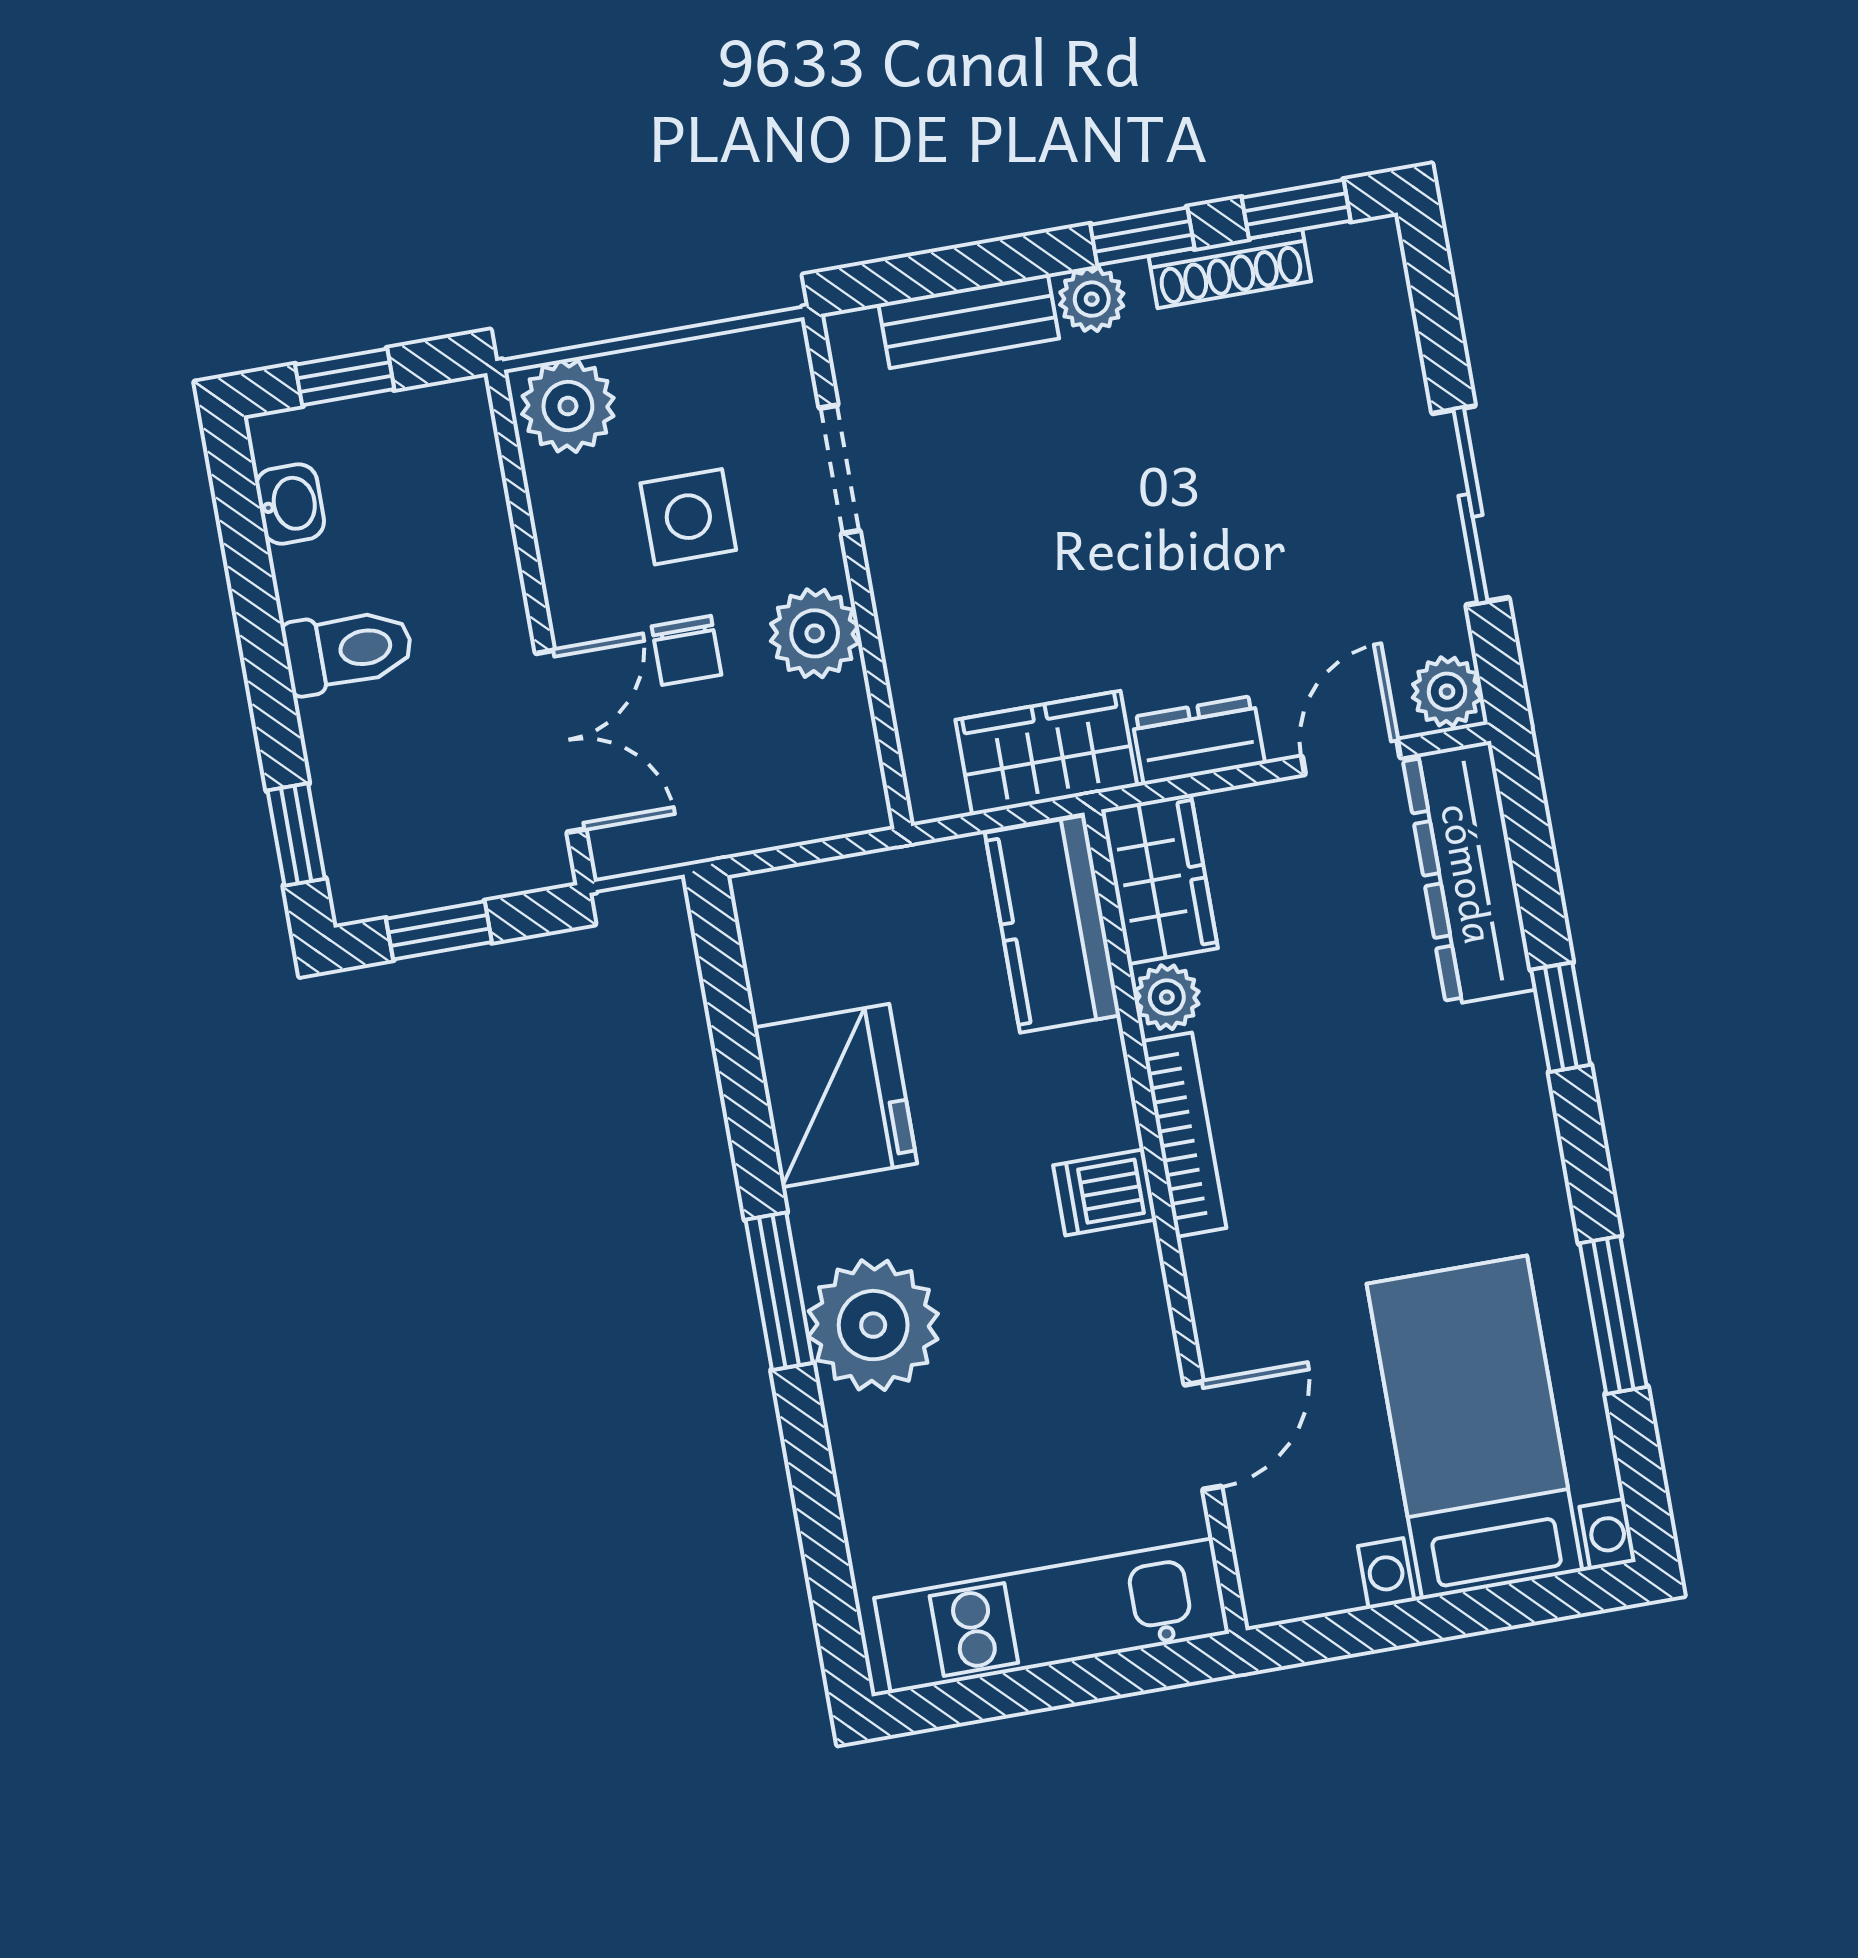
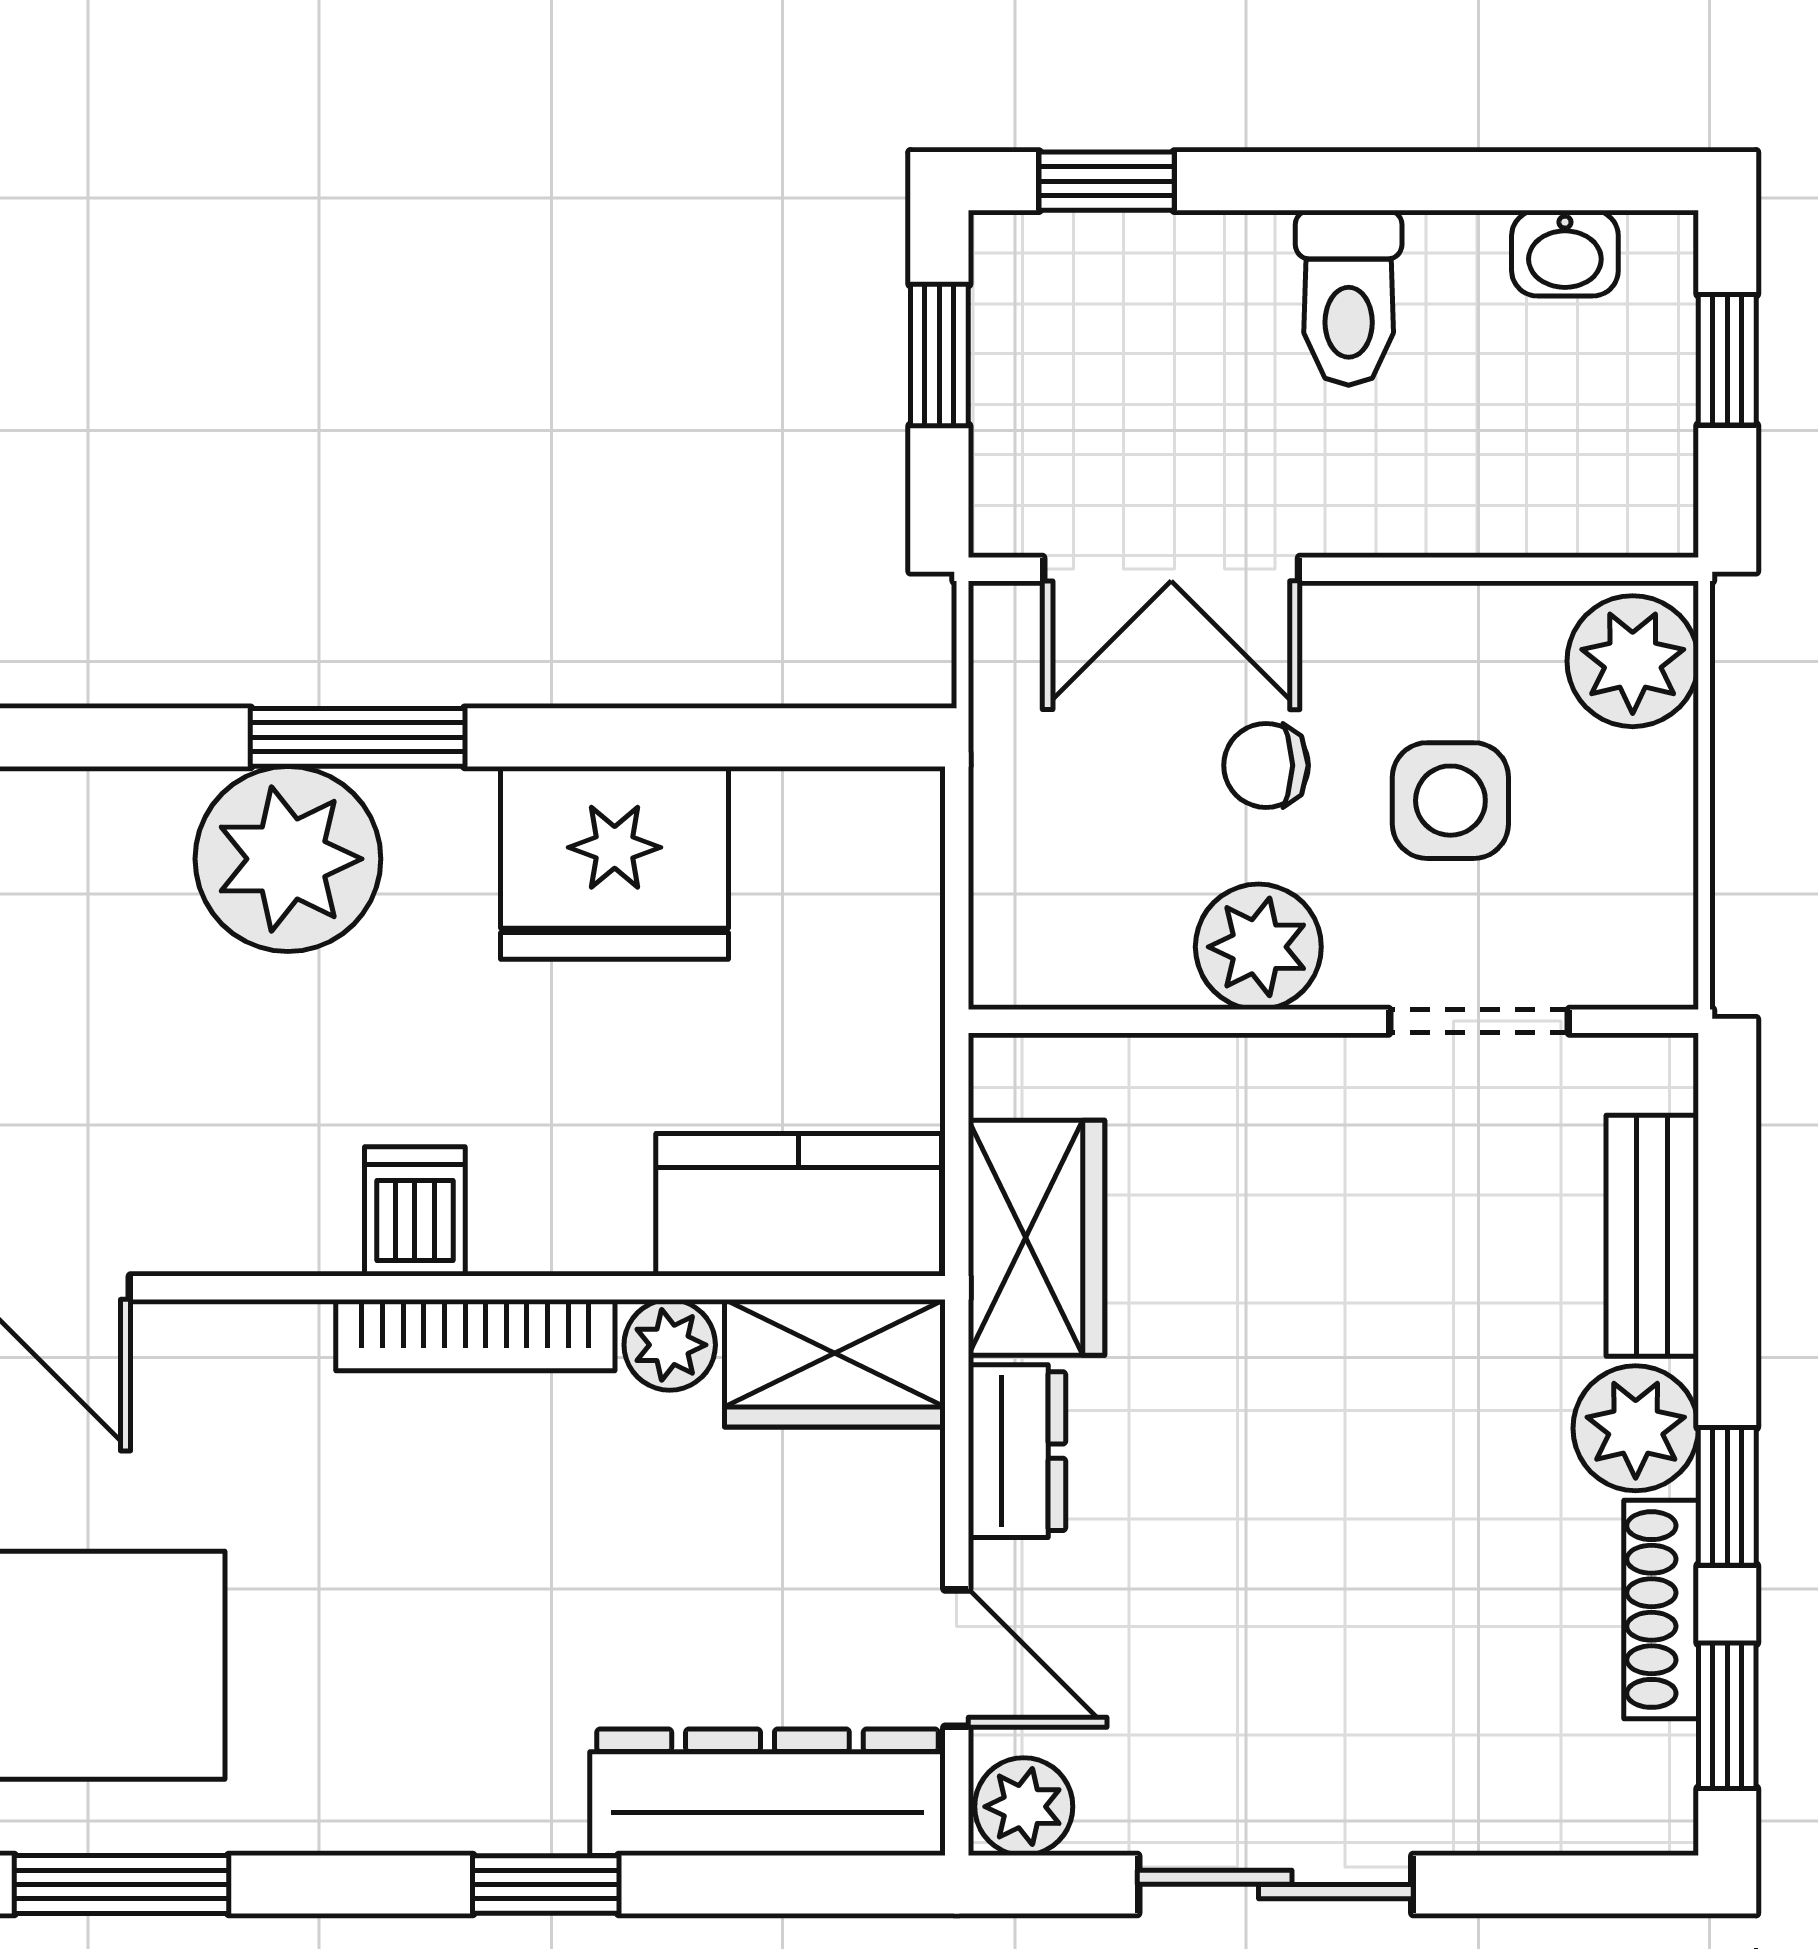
plant: (1092, 299) -> (1636, 1428), width x1.38, depth x1.38

